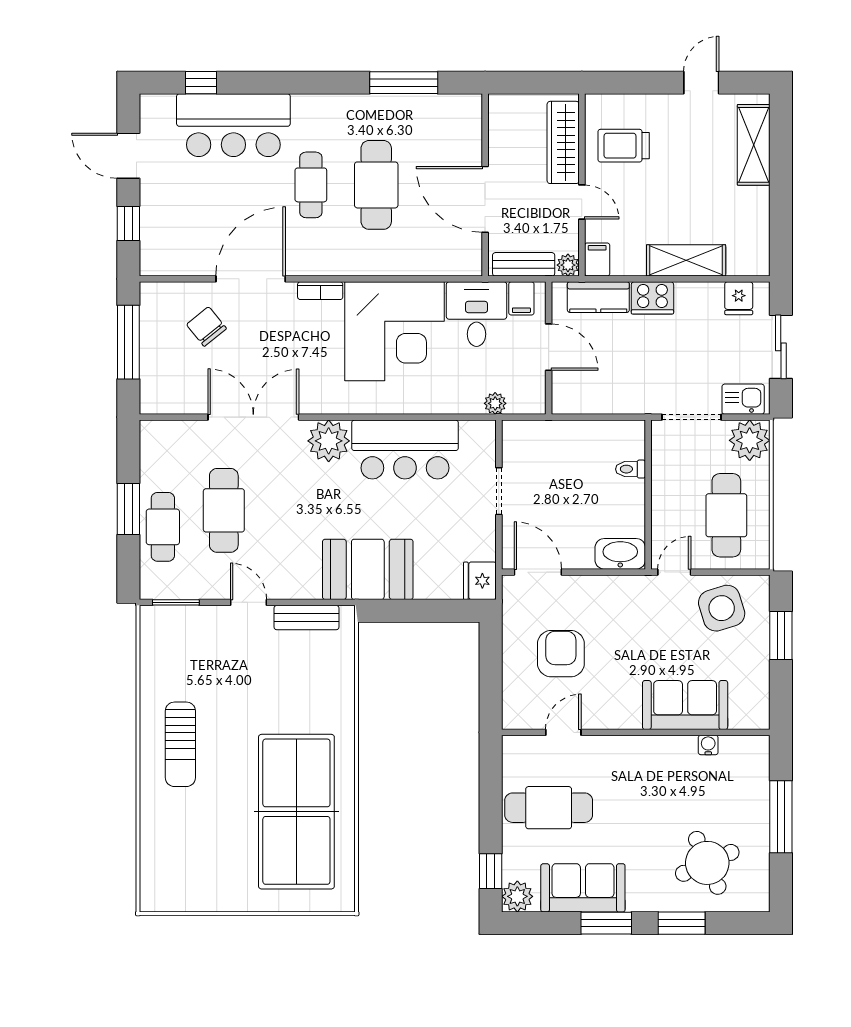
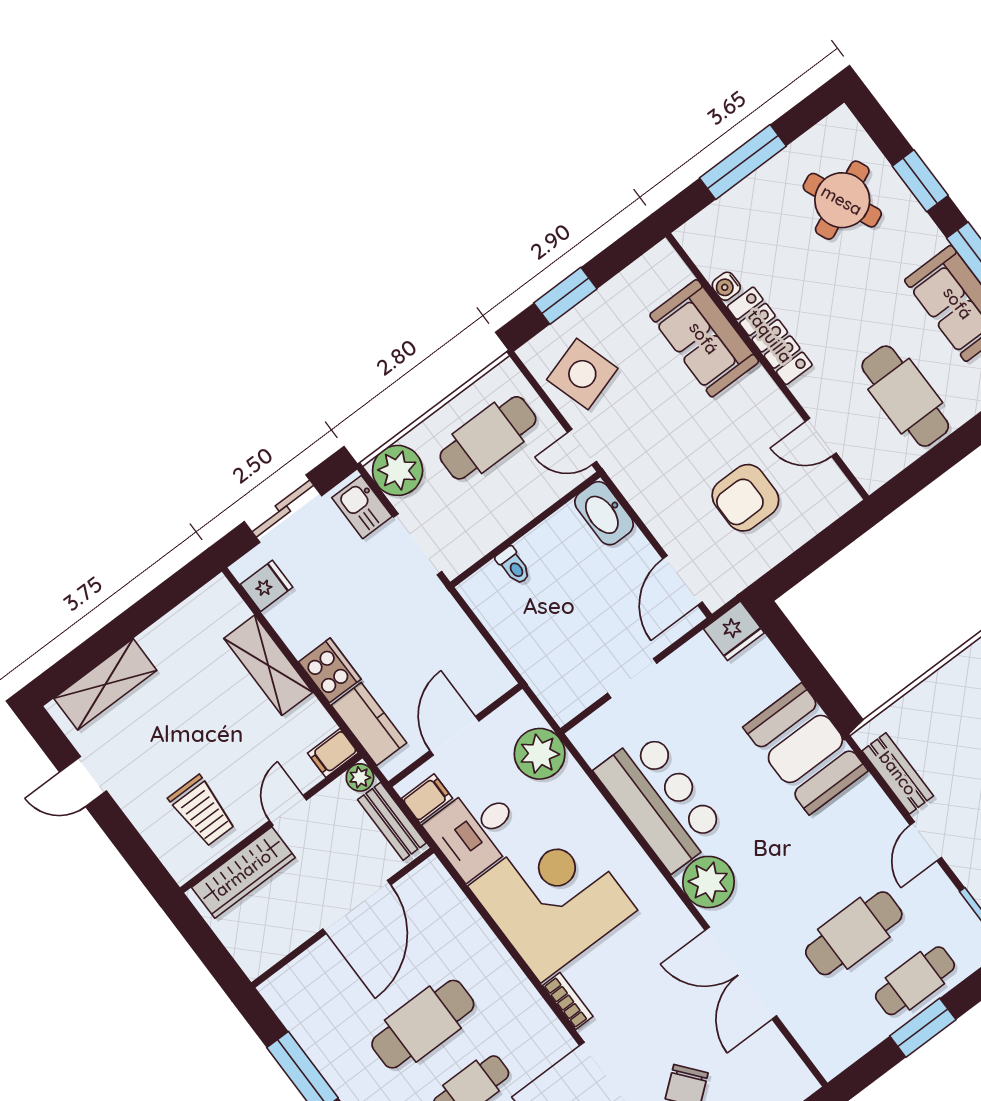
plant: (495, 403) -> (540, 754), width x1.88, depth x1.88
locker: (654, 749) -> (770, 336), added

